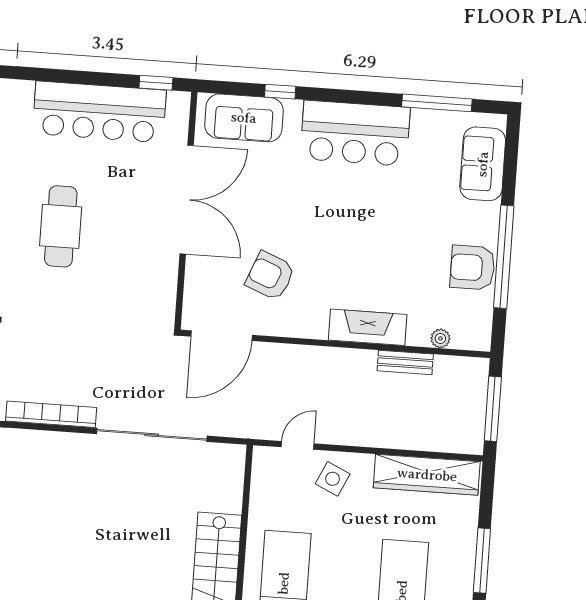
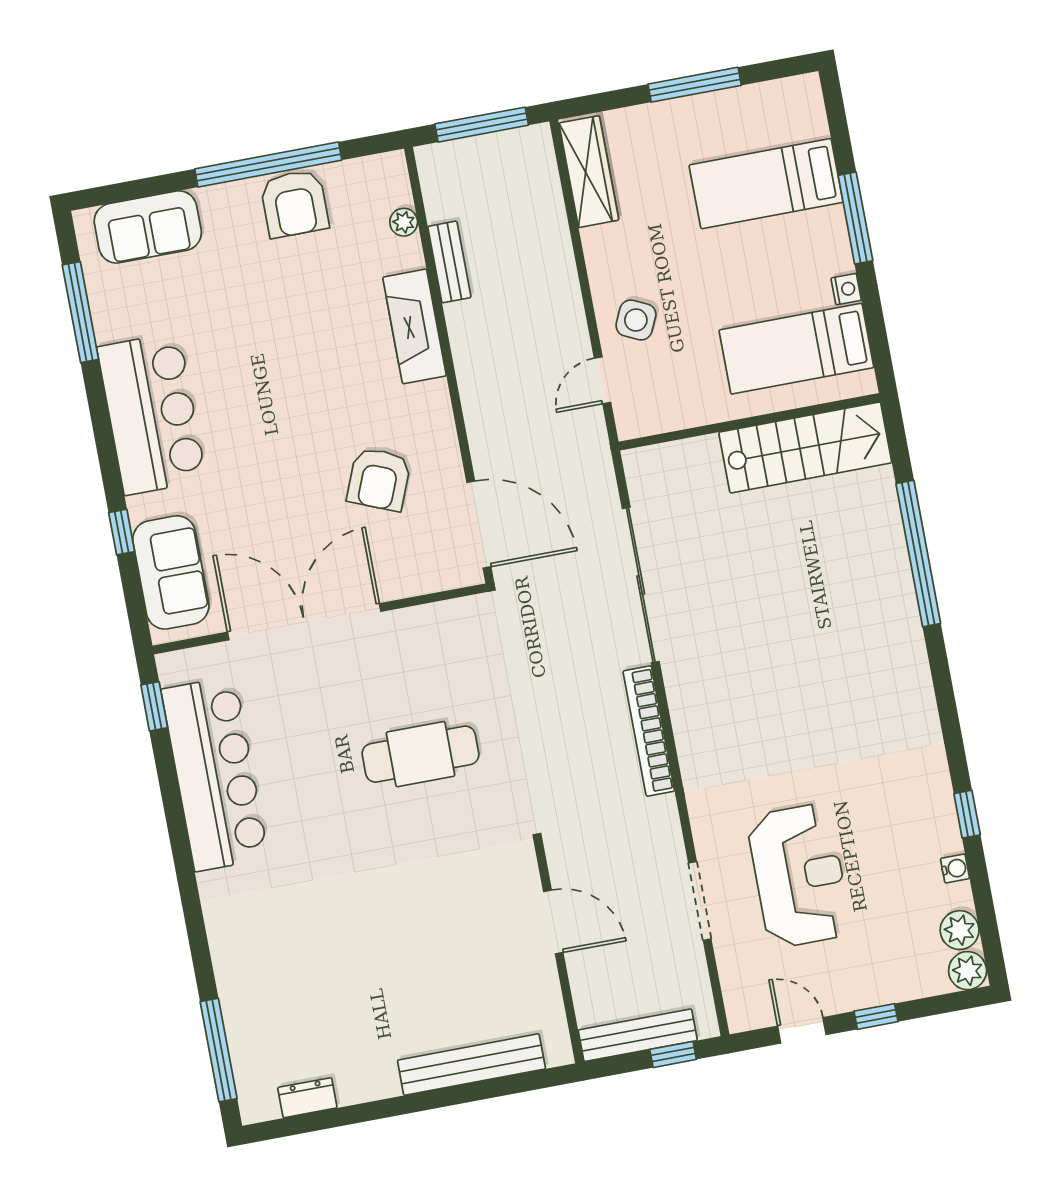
cafe table: (61, 226) -> (420, 754), moved
door: (298, 445) -> (602, 380), hinge flipped
wardrobe: (427, 475) -> (589, 172), width x0.71, depth x0.85

